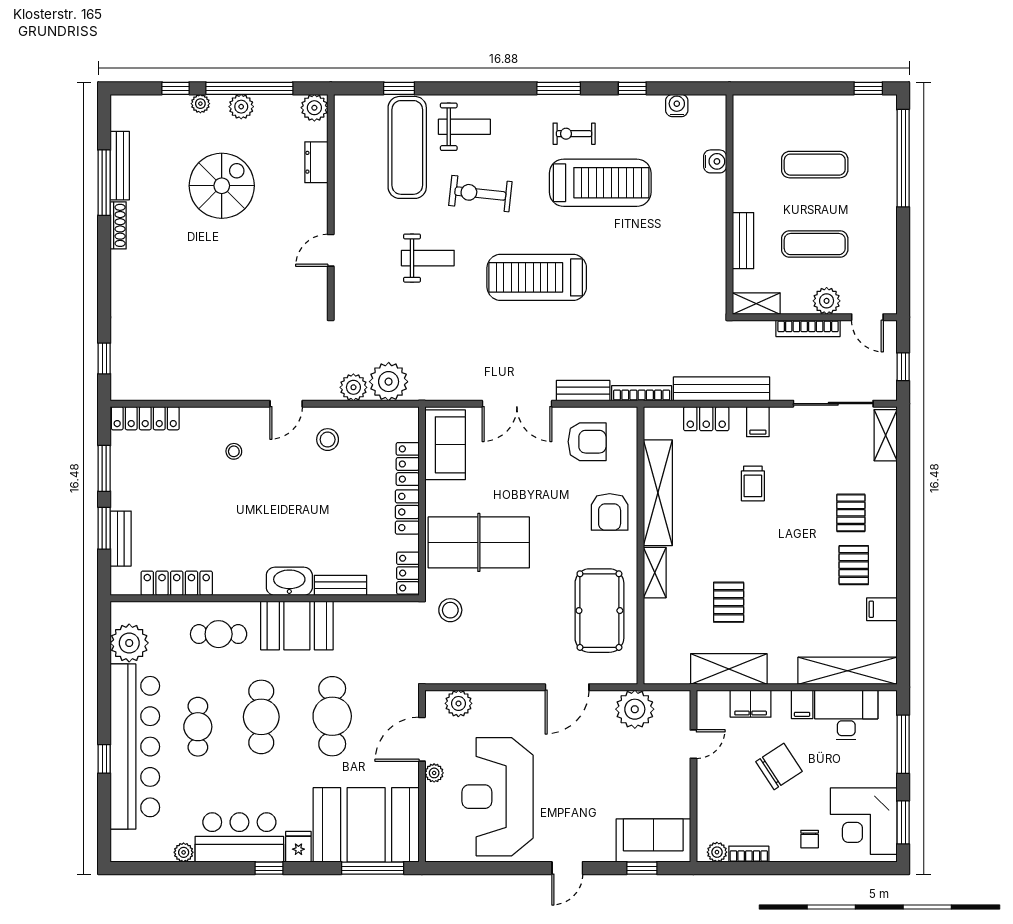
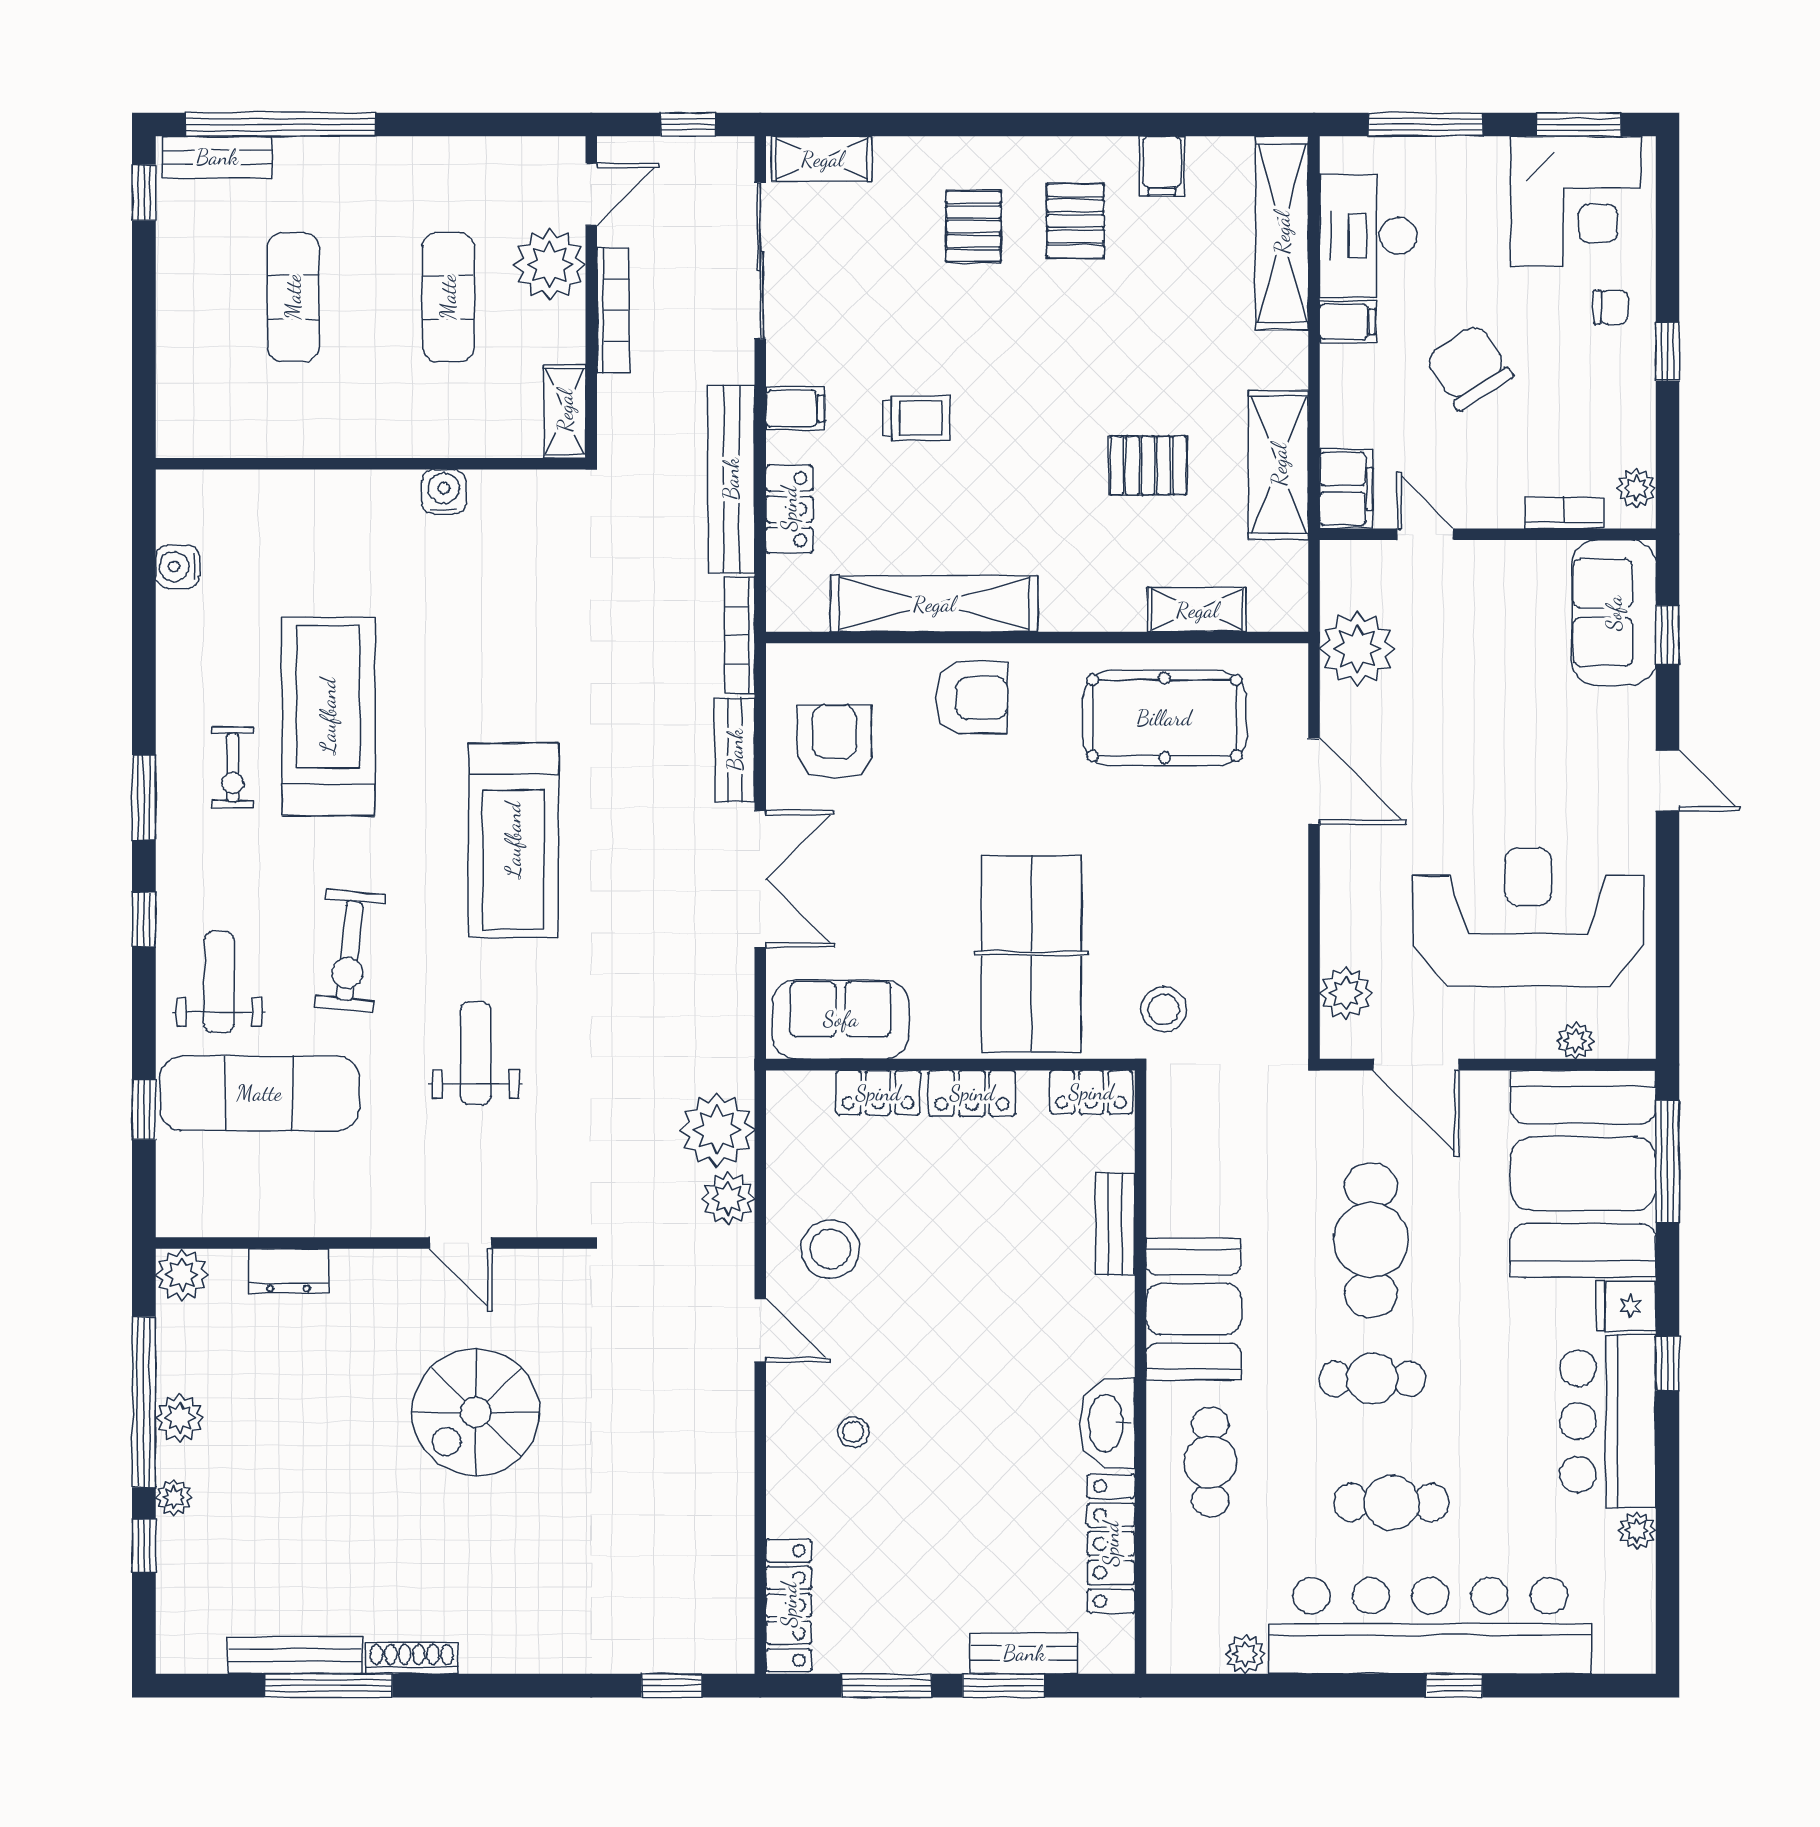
window: (632, 88) -> (144, 919), moved
water cooler: (715, 161) -> (444, 492), moved
spiral stairs: (222, 186) -> (476, 1412), moved, turned -90
bench: (743, 241) -> (217, 157), moved
plant: (827, 301) -> (550, 264), width x1.36, depth x1.36
stool: (328, 440) -> (830, 1249), width x1.38, depth x1.38
pallet: (851, 513) -> (974, 226), turned 90
pallet: (854, 565) -> (1075, 221), turned 90
shelving: (655, 573) -> (1197, 610), moved
washbasin: (289, 581) -> (1107, 1423), moved
plant: (129, 643) -> (1245, 1654), width x0.53, depth x0.53
filing cabinet: (751, 704) -> (1346, 489), moved
cafe table: (332, 716) -> (1371, 1240), turned 90
cafe table: (261, 717) -> (1372, 1379), width x0.73, depth x0.74
plant: (434, 773) -> (1575, 1041), moved
reception desk: (497, 797) -> (1528, 917), turned 180
bookcase: (749, 854) -> (1564, 513), moved, turned 90
window: (787, 868) -> (1667, 351), added

